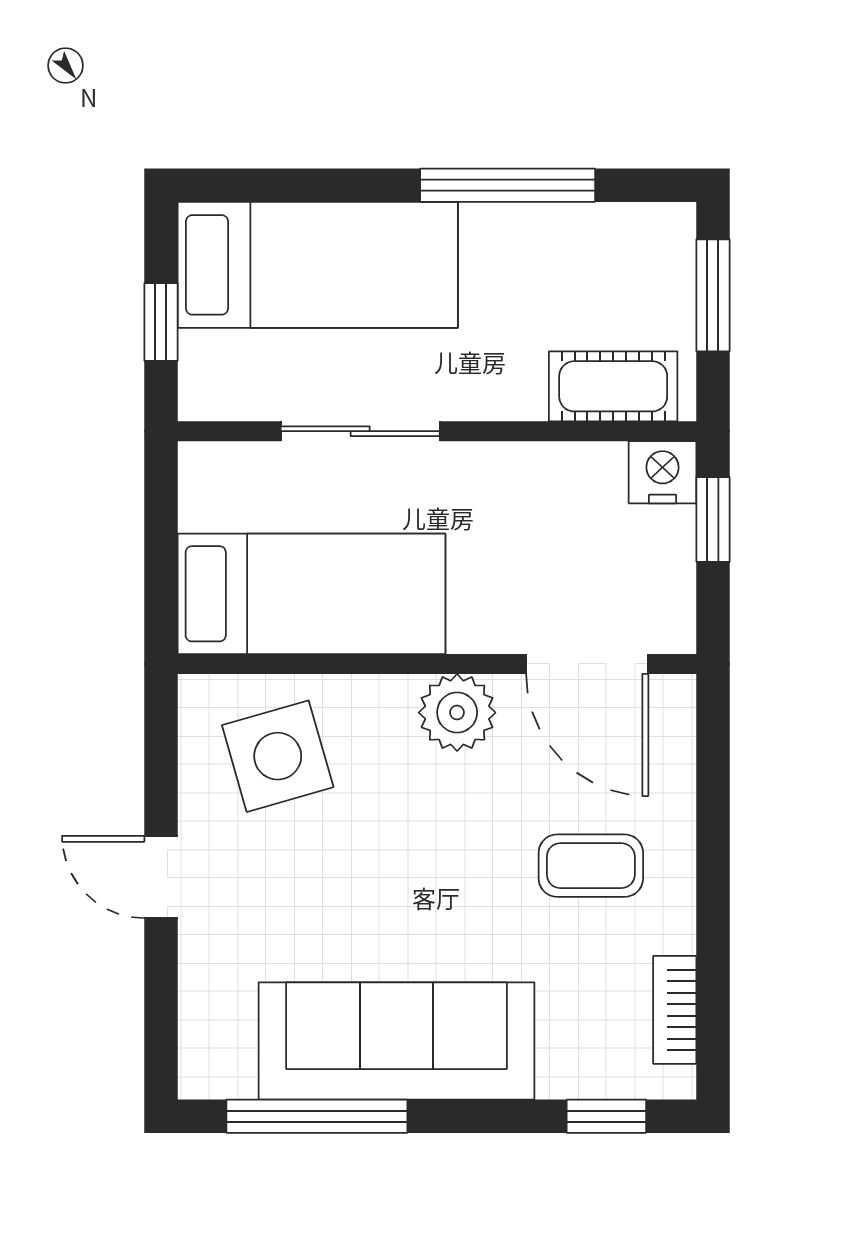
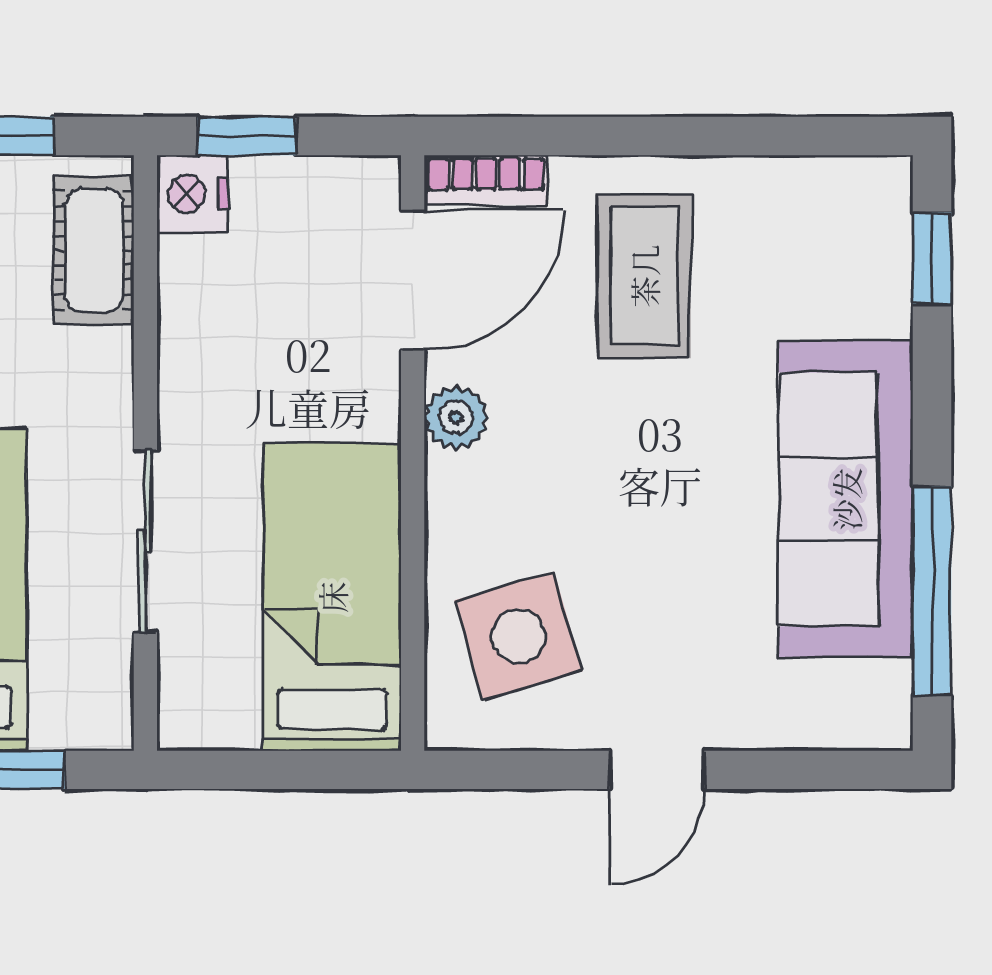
plant: (457, 713) -> (456, 418), width x0.73, depth x0.73
coffee table: (591, 866) -> (644, 276), width x1.36, depth x1.30
bookcase: (675, 1010) -> (486, 180), moved

